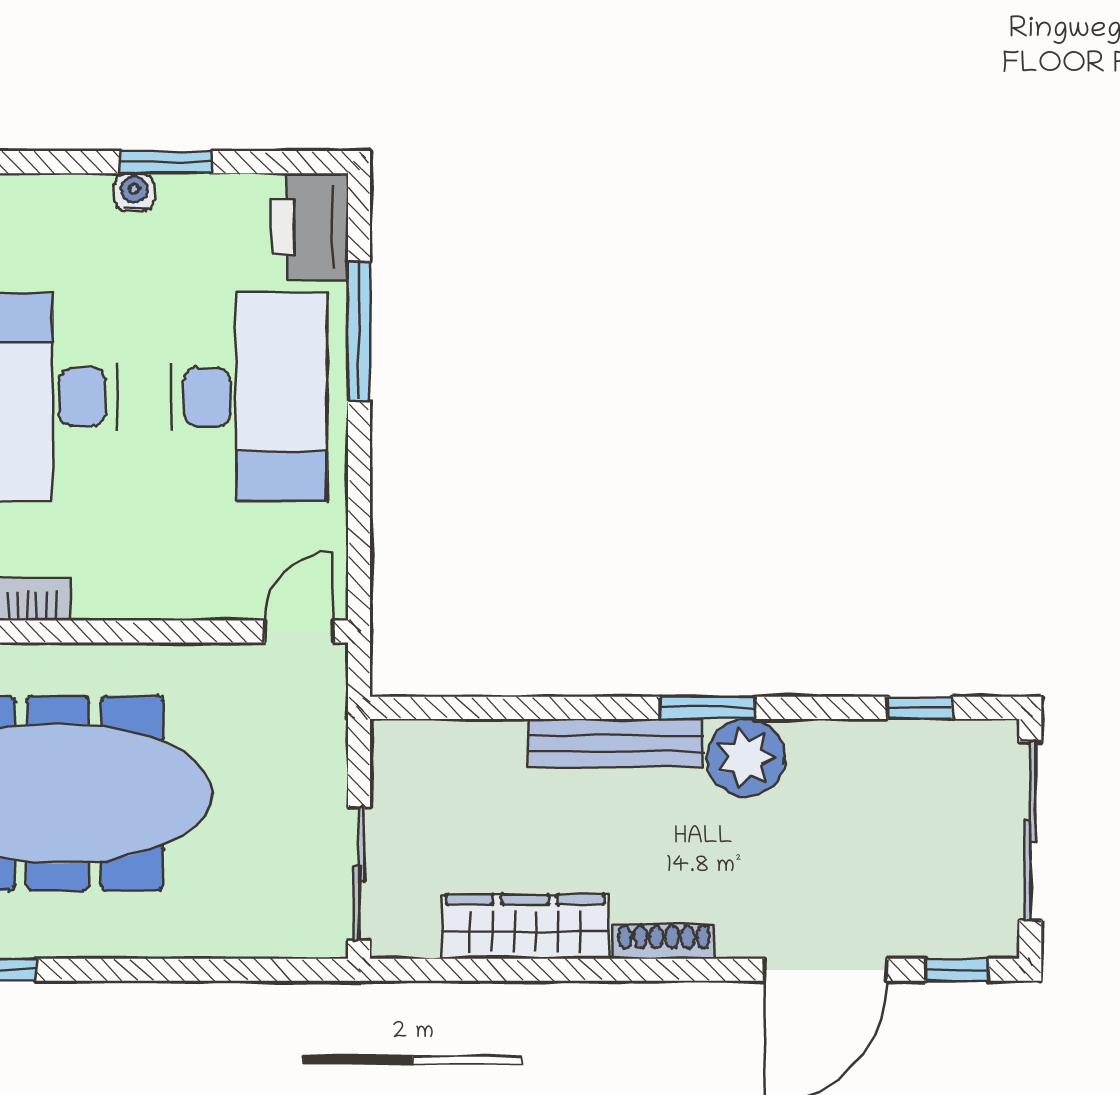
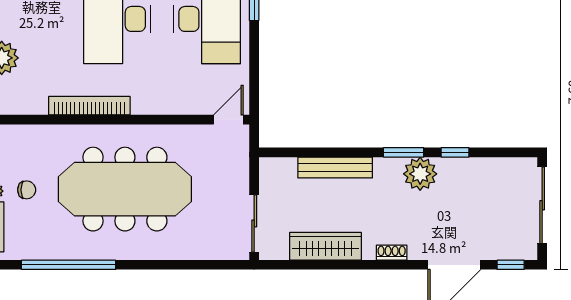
window: (920, 708) -> (455, 152), moved
bench: (616, 743) -> (335, 168), moved
shoe rack: (664, 942) -> (392, 253), width x0.70

